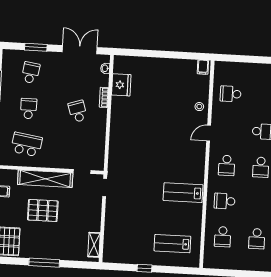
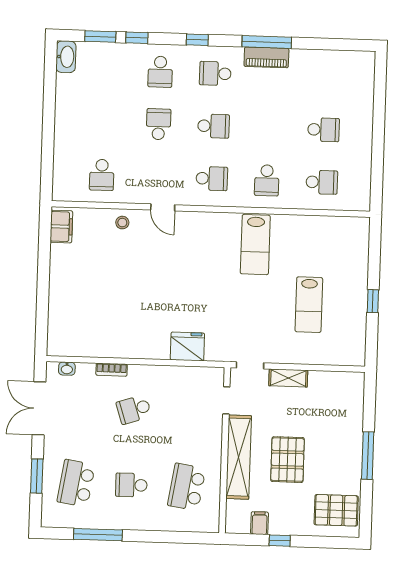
filing cabinet: (203, 67) -> (61, 227), width x2.00
school desk: (31, 73) -> (76, 483), width x1.85
fridge: (121, 85) -> (187, 346), moved
lab bench: (172, 244) -> (309, 305), moved
shelving: (94, 245) -> (288, 378), moved

